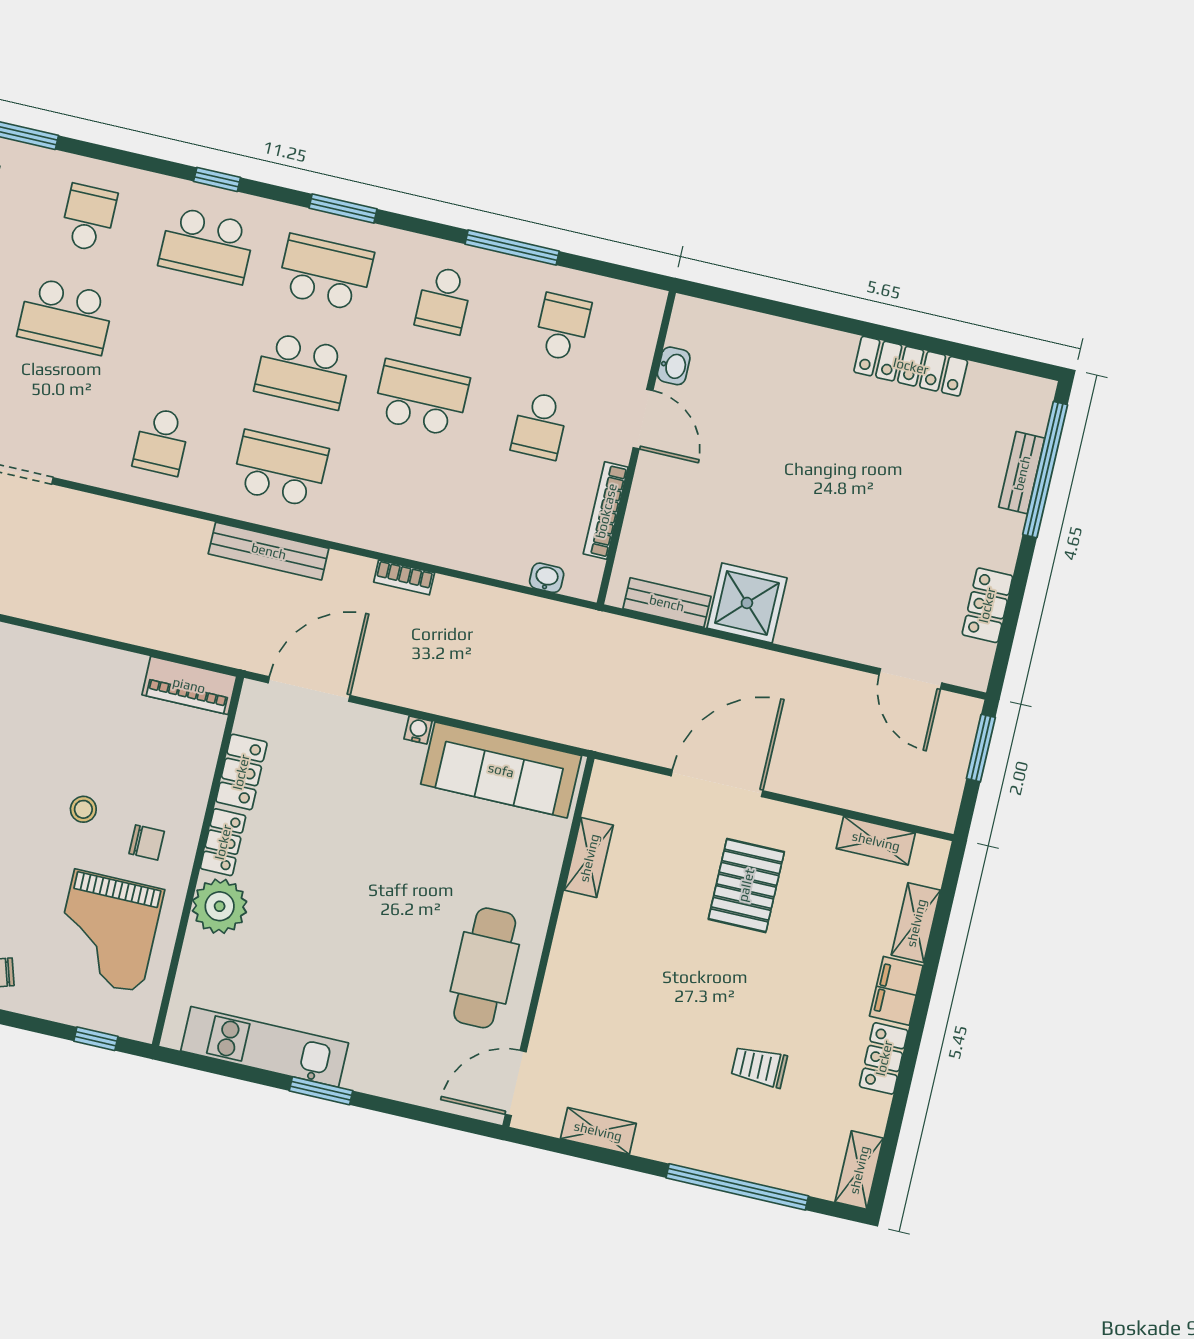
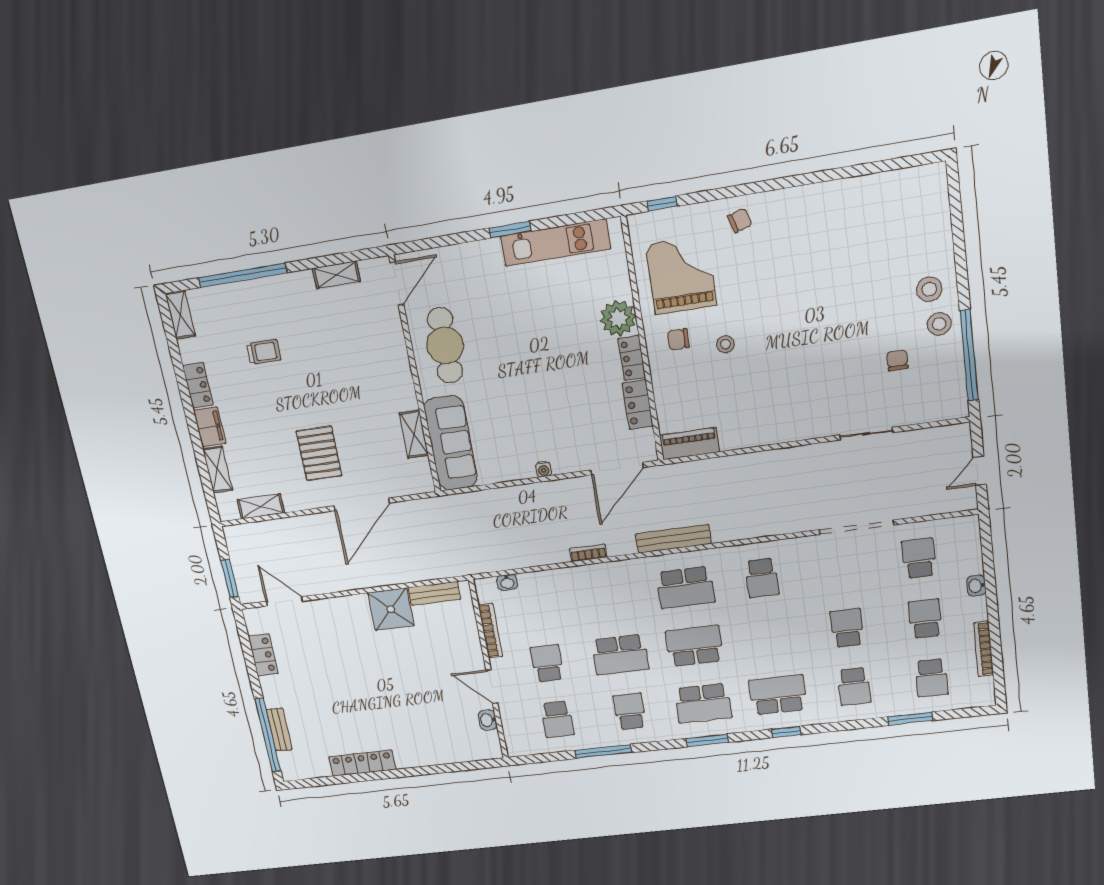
school desk: (66, 316) -> (847, 628), width x0.54
school desk: (162, 441) -> (762, 578), turned 180
sofa: (501, 770) -> (451, 443), moved, turned 90

